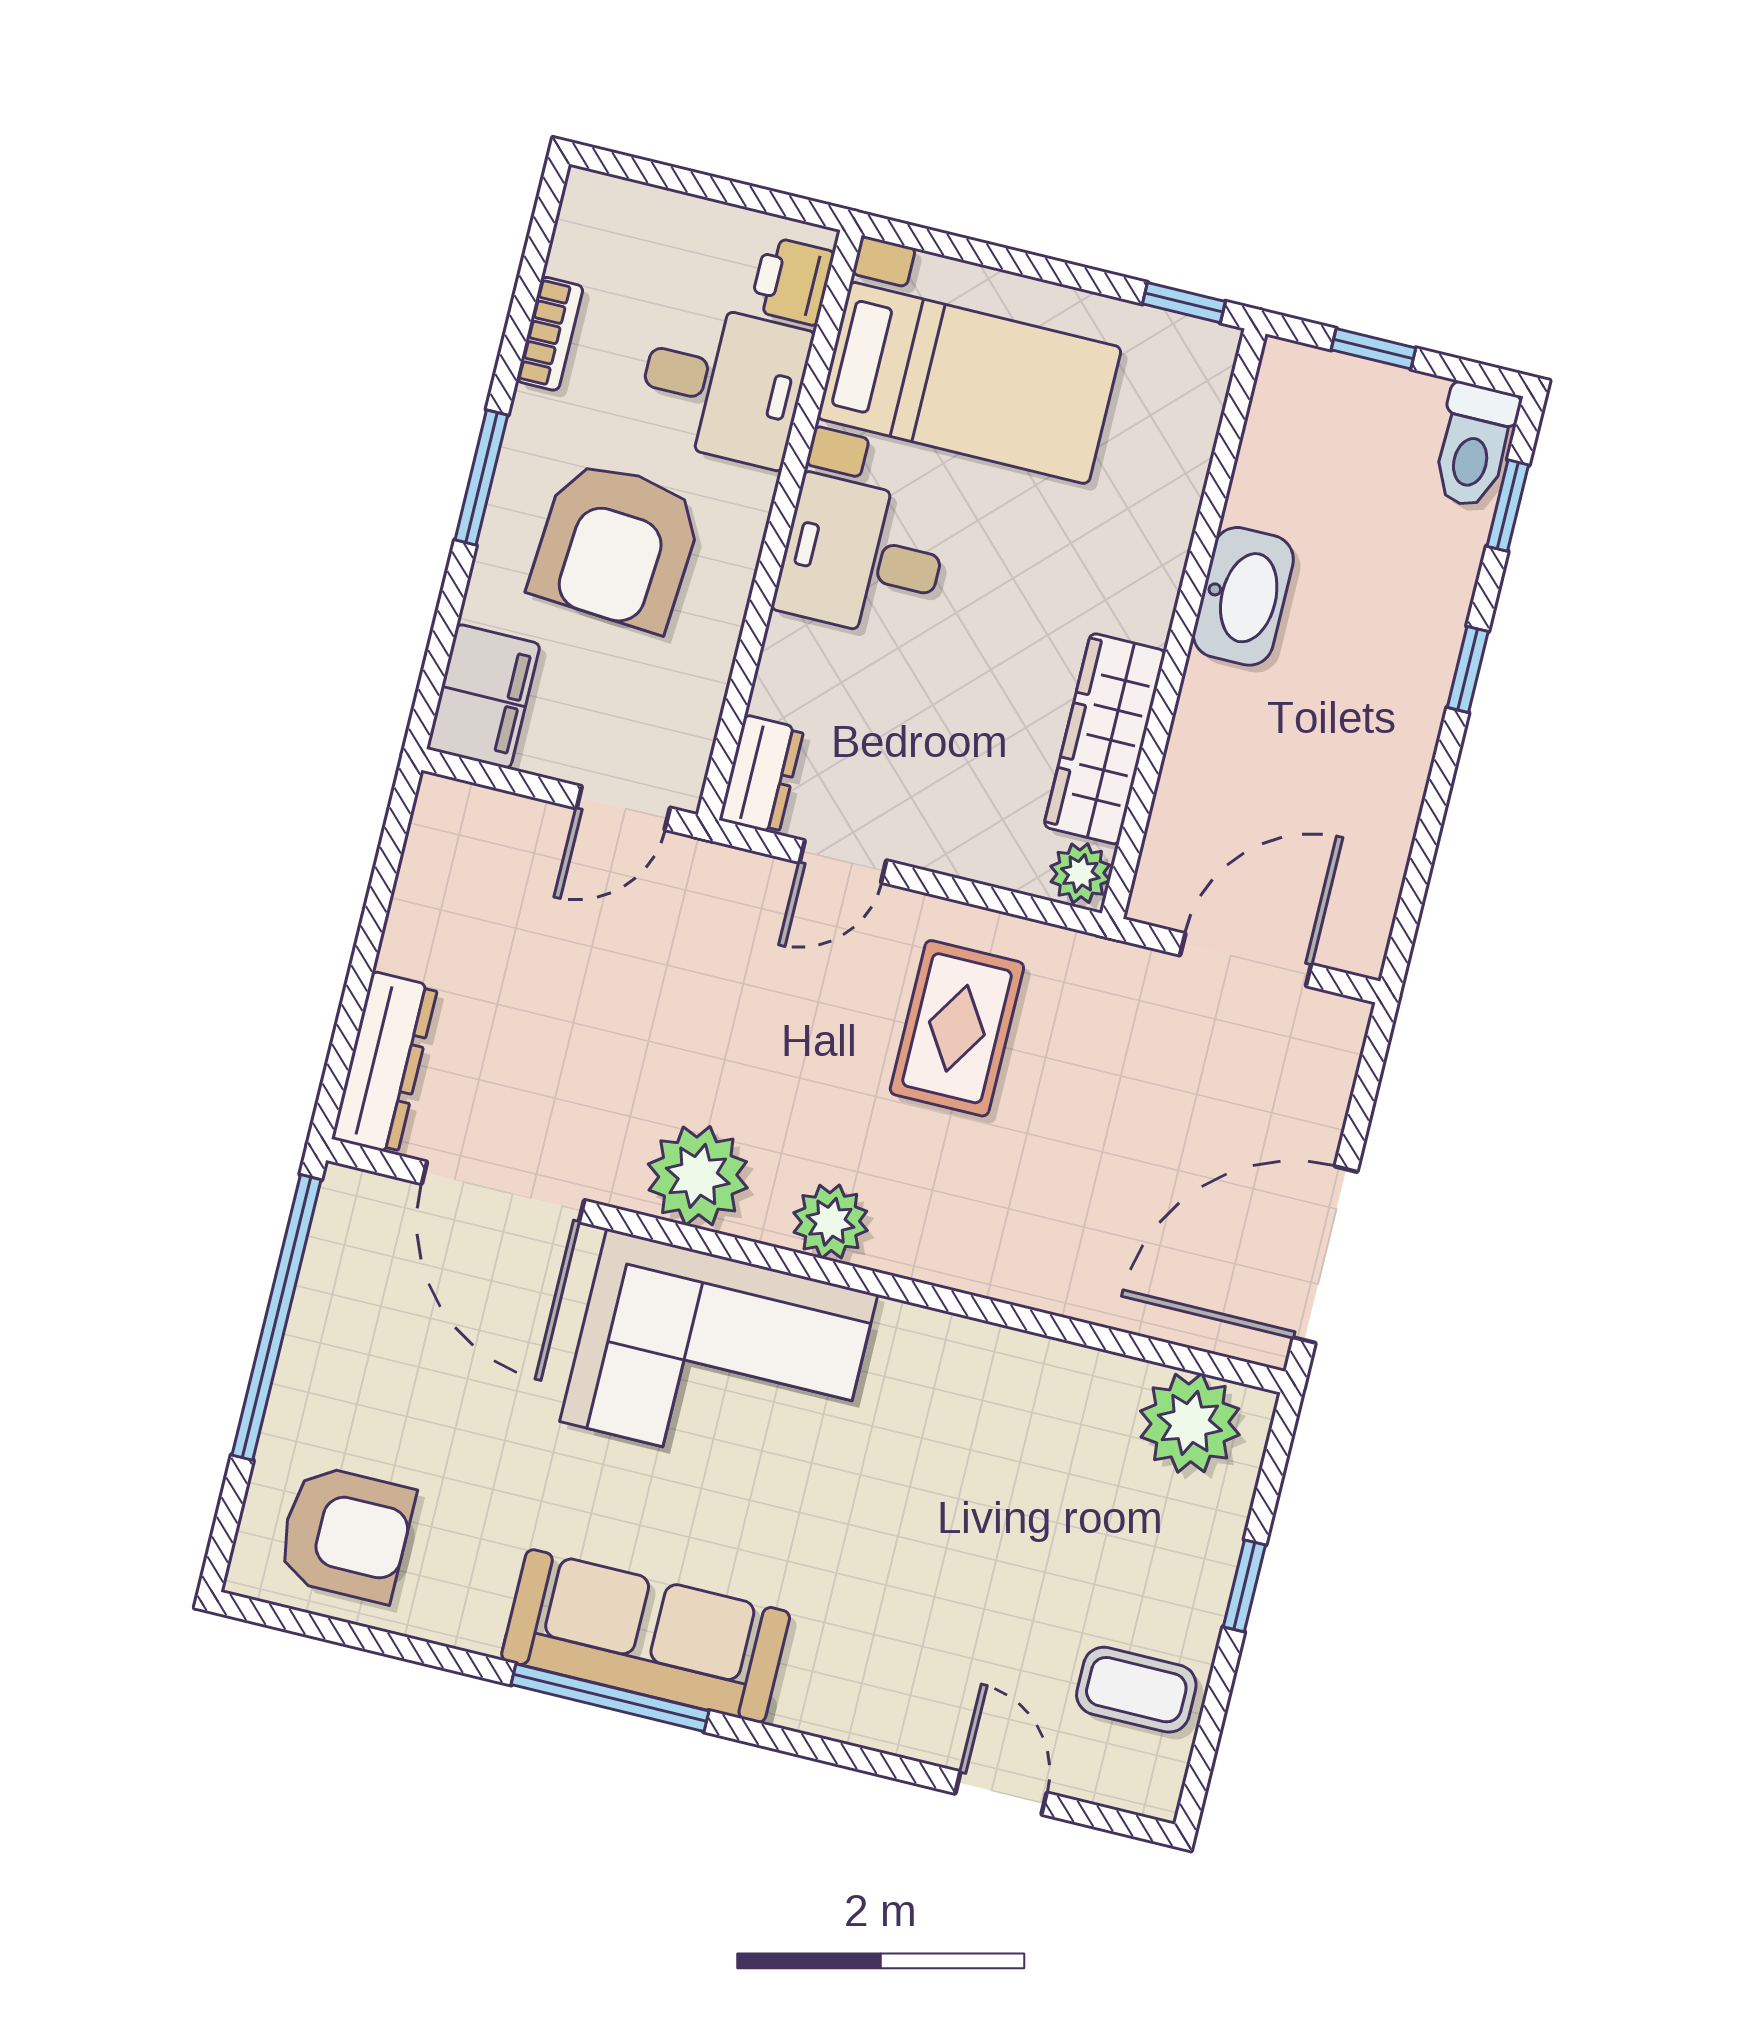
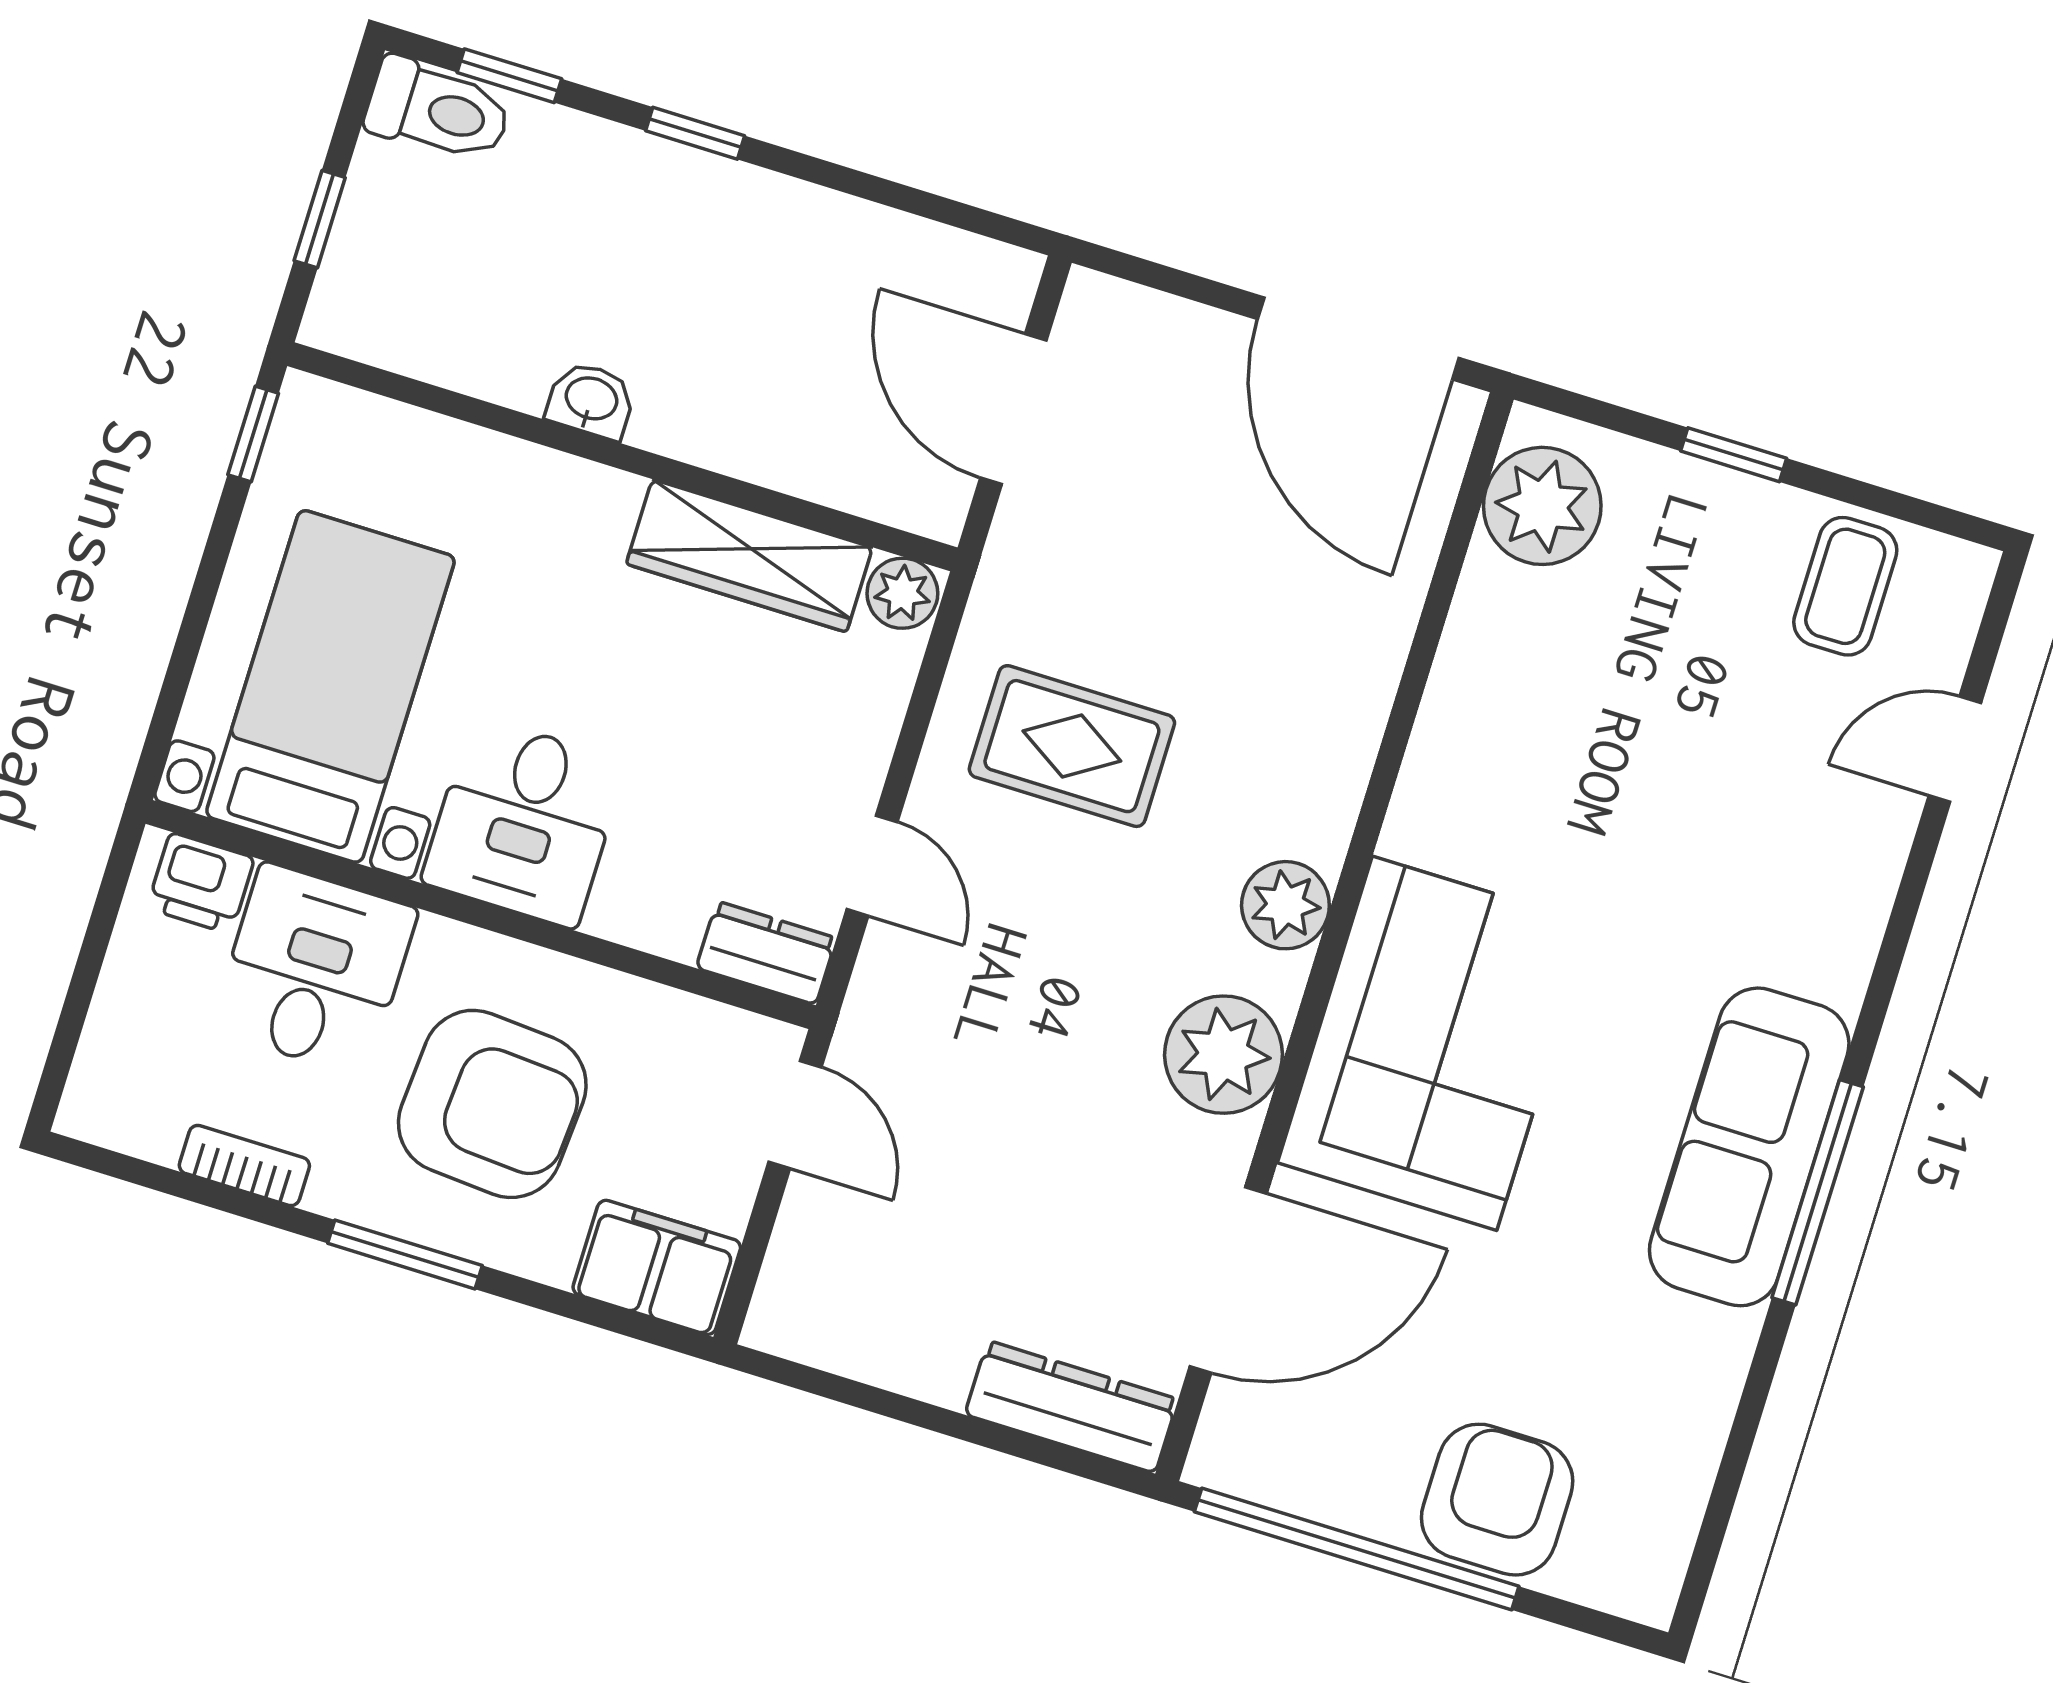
washbasin: (1243, 596) -> (591, 400), width x0.52, depth x0.69
armchair: (346, 1534) -> (1497, 1500), moved

